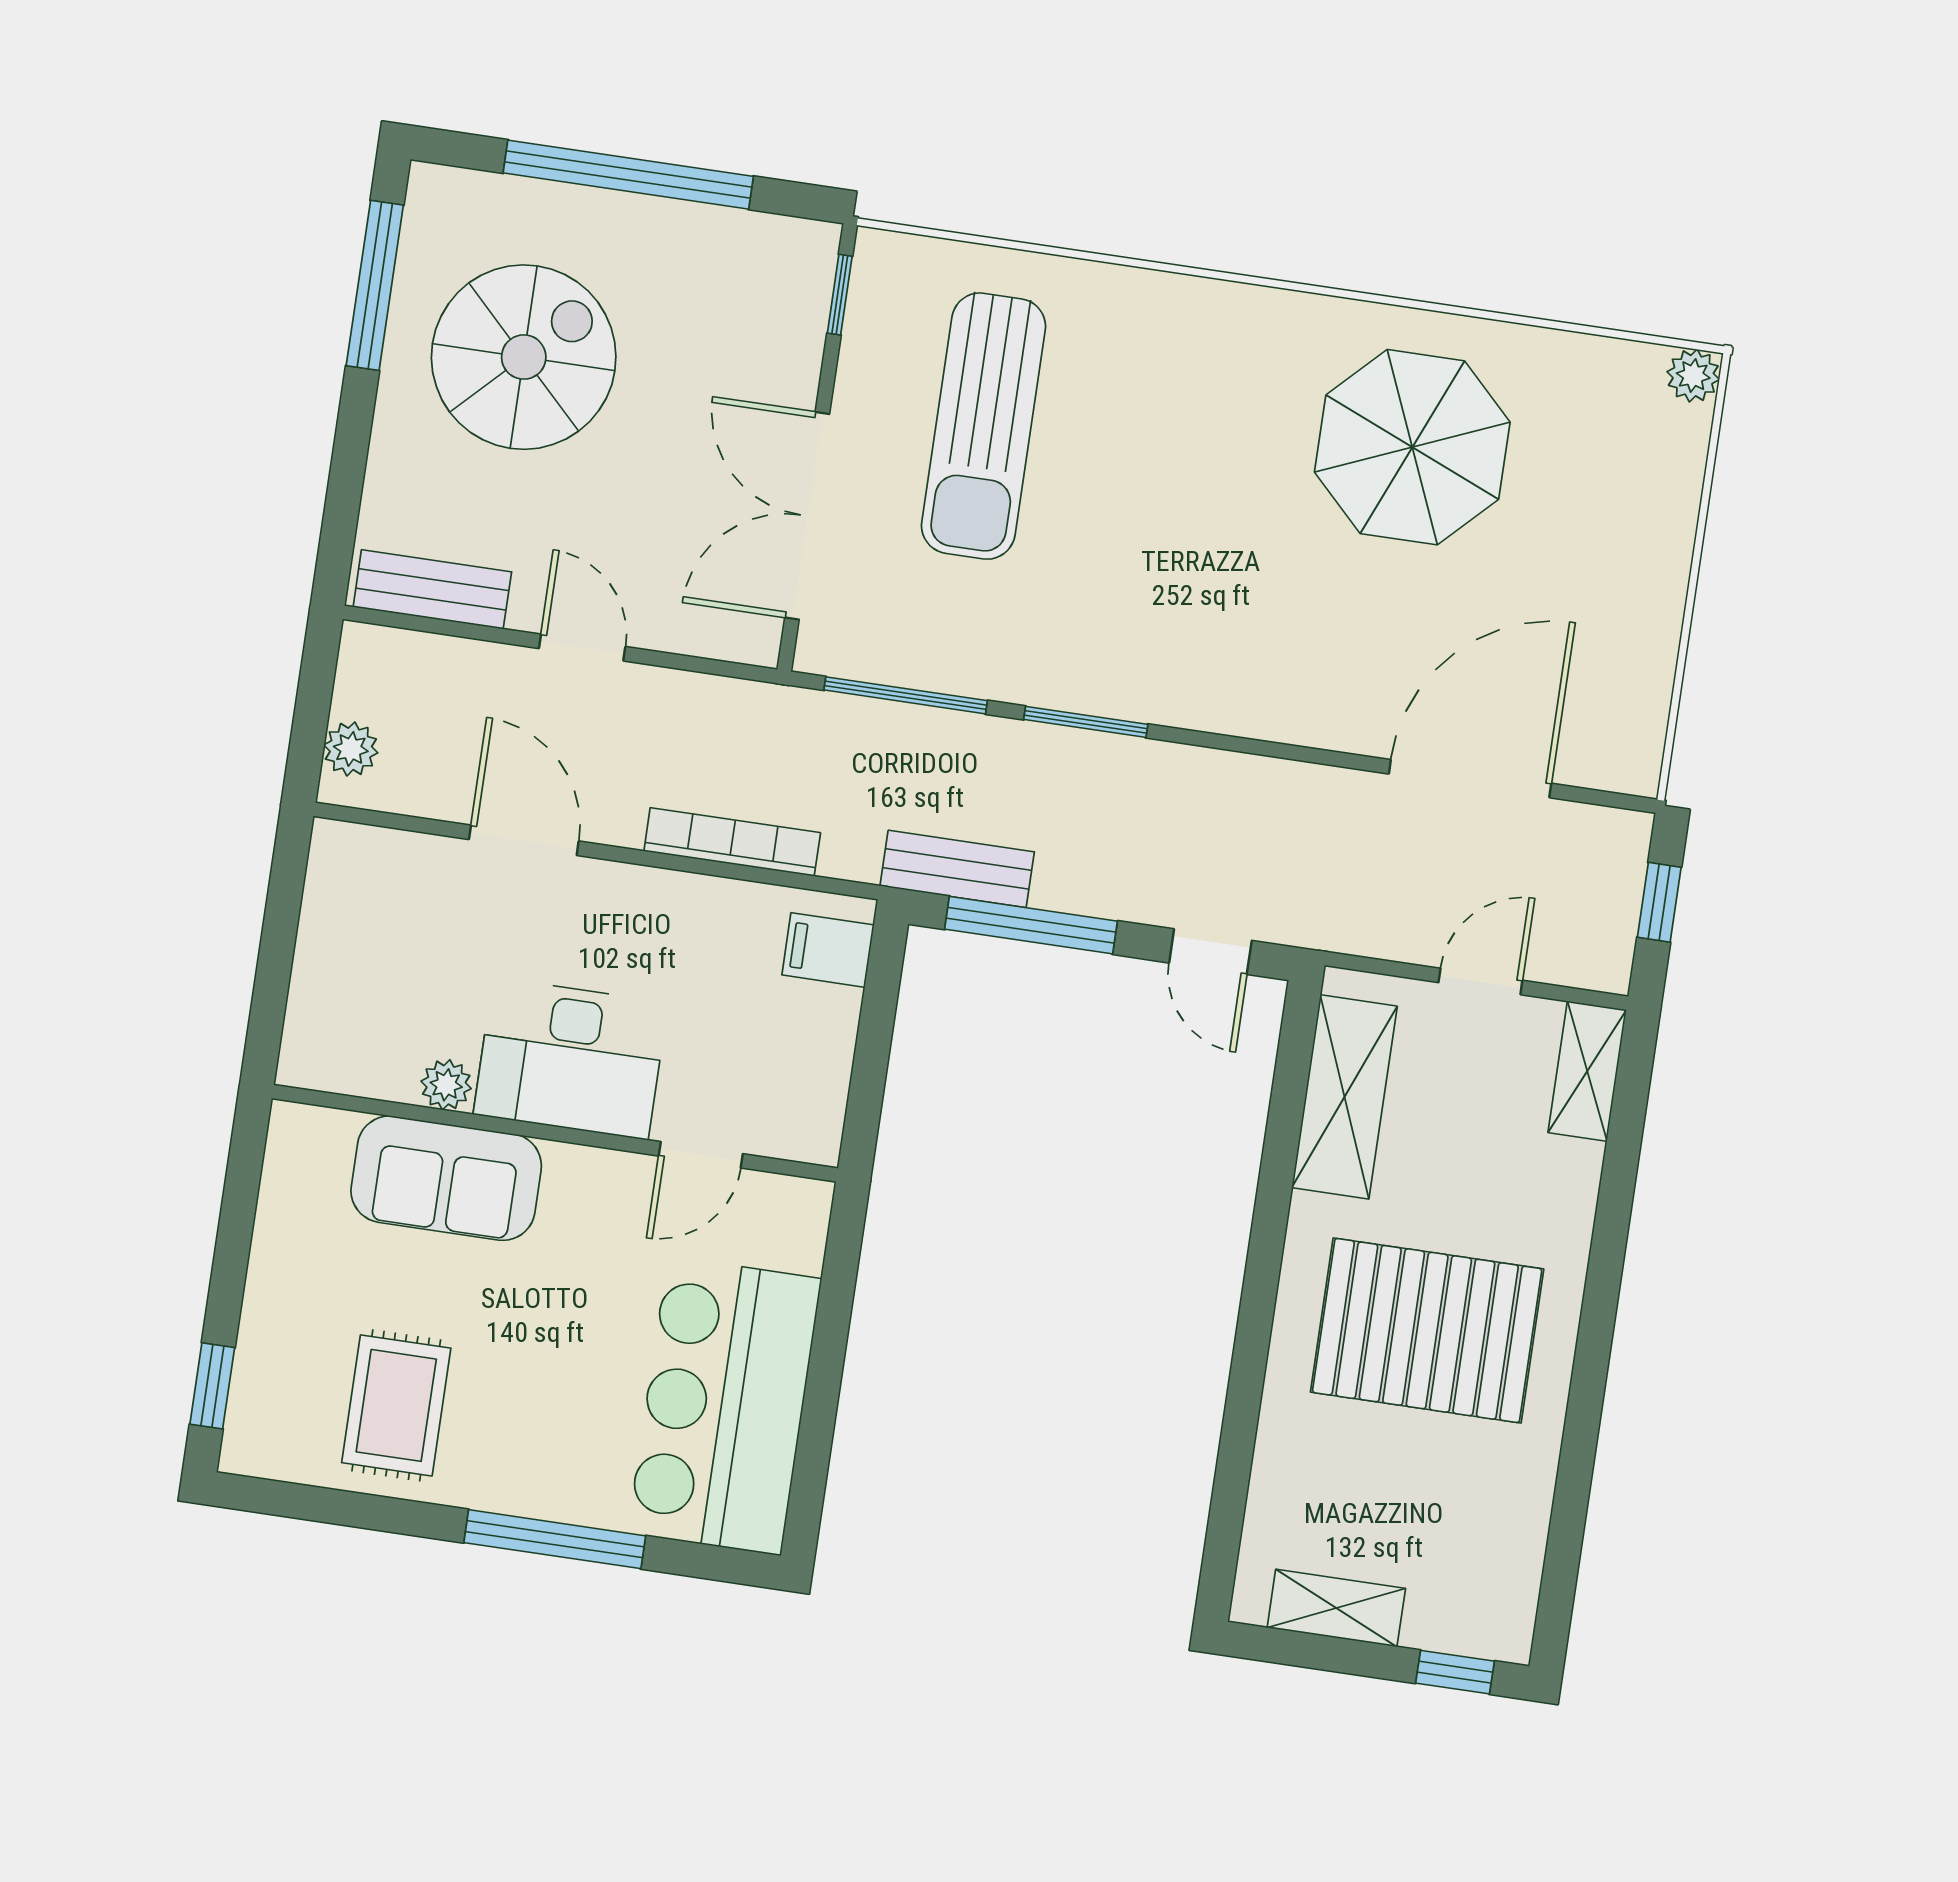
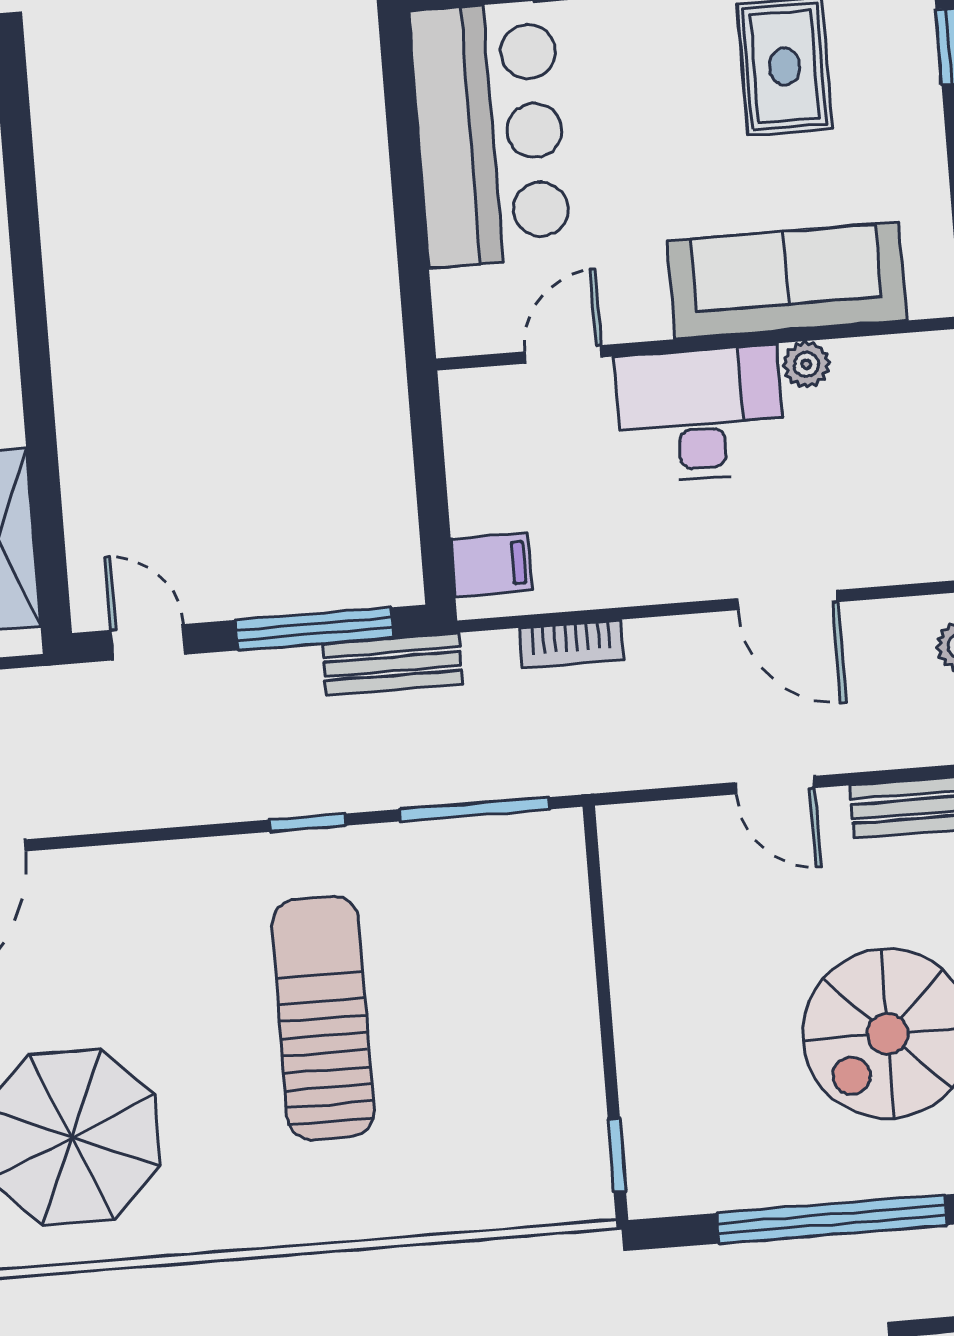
sun lounger: (984, 426) -> (323, 1018), moved
double door: (807, 516) -> (600, 950), removed
window: (1086, 722) -> (308, 823), width x0.67
bookcase: (732, 842) -> (571, 644), width x0.64
sofa: (446, 1178) -> (787, 281), width x1.36

